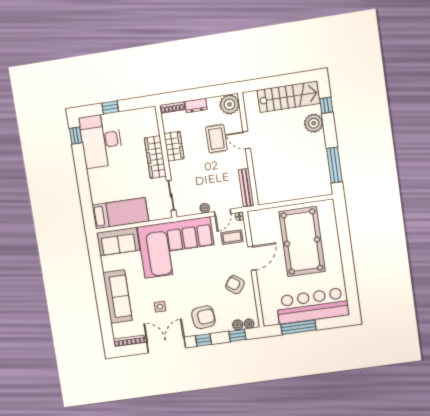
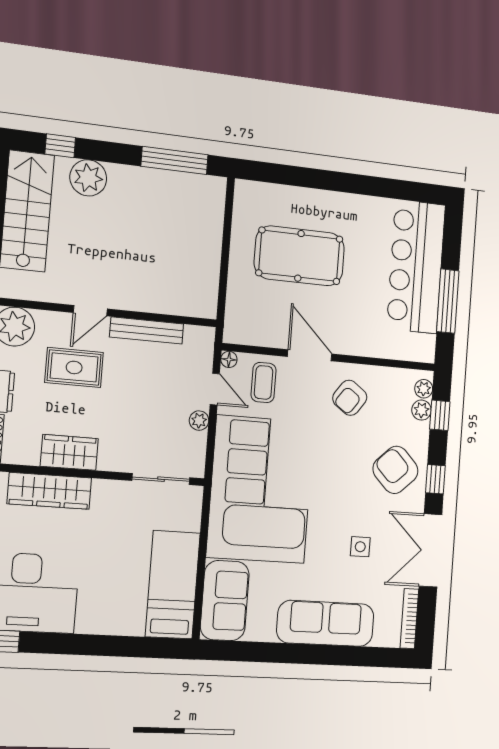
wardrobe: (155, 157) -> (49, 491), moved
bench: (246, 188) -> (147, 330), moved
pool table: (302, 242) -> (299, 256), width x0.73, depth x0.76
armchair: (203, 317) -> (395, 470), turned -39

